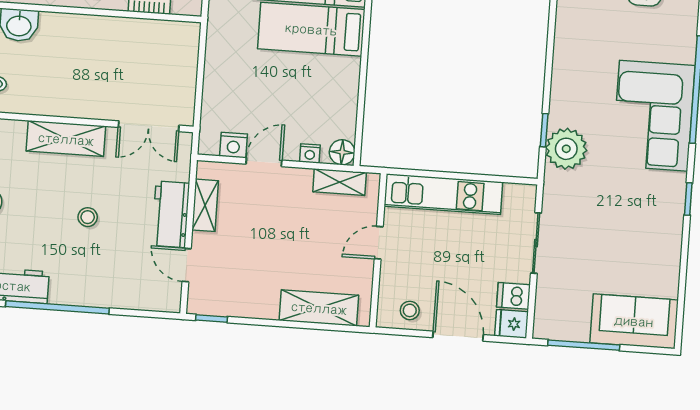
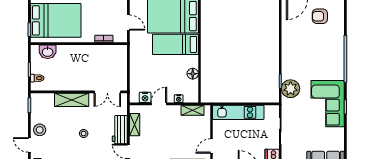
corner sofa: (654, 116) -> (328, 104), moved
floor lamp: (342, 152) -> (193, 74), moved
door: (379, 243) -> (212, 146), moved

